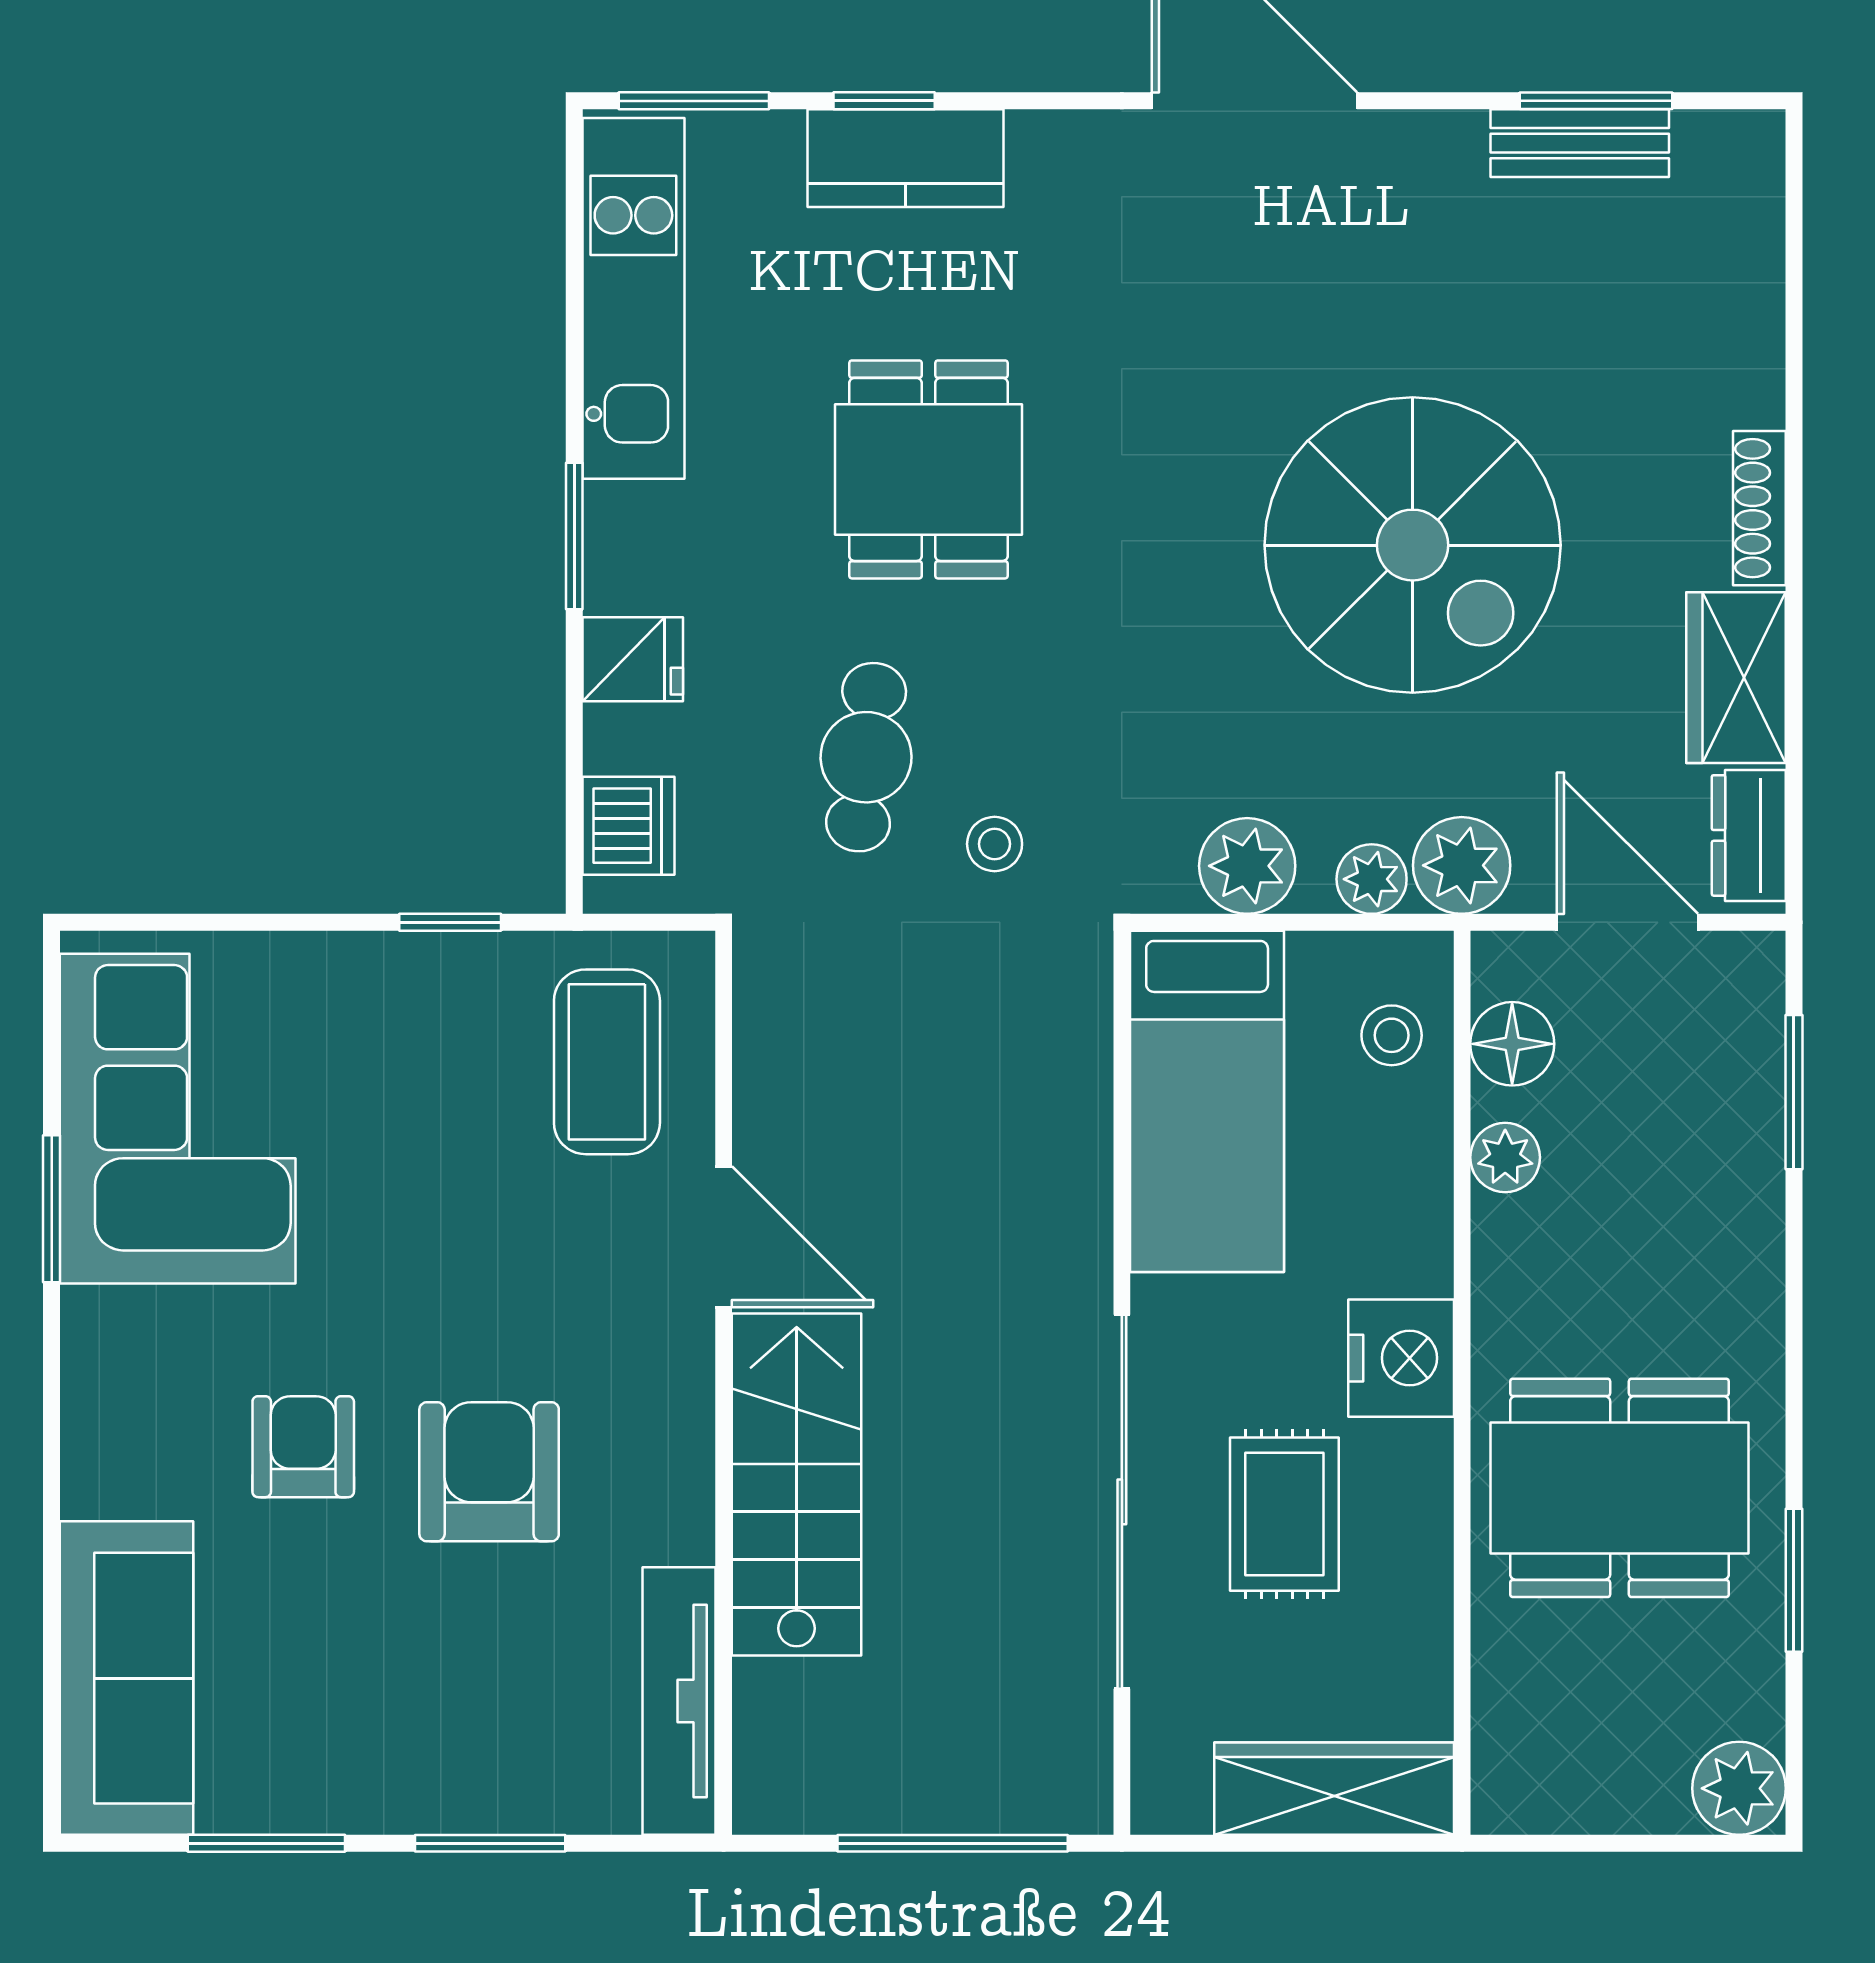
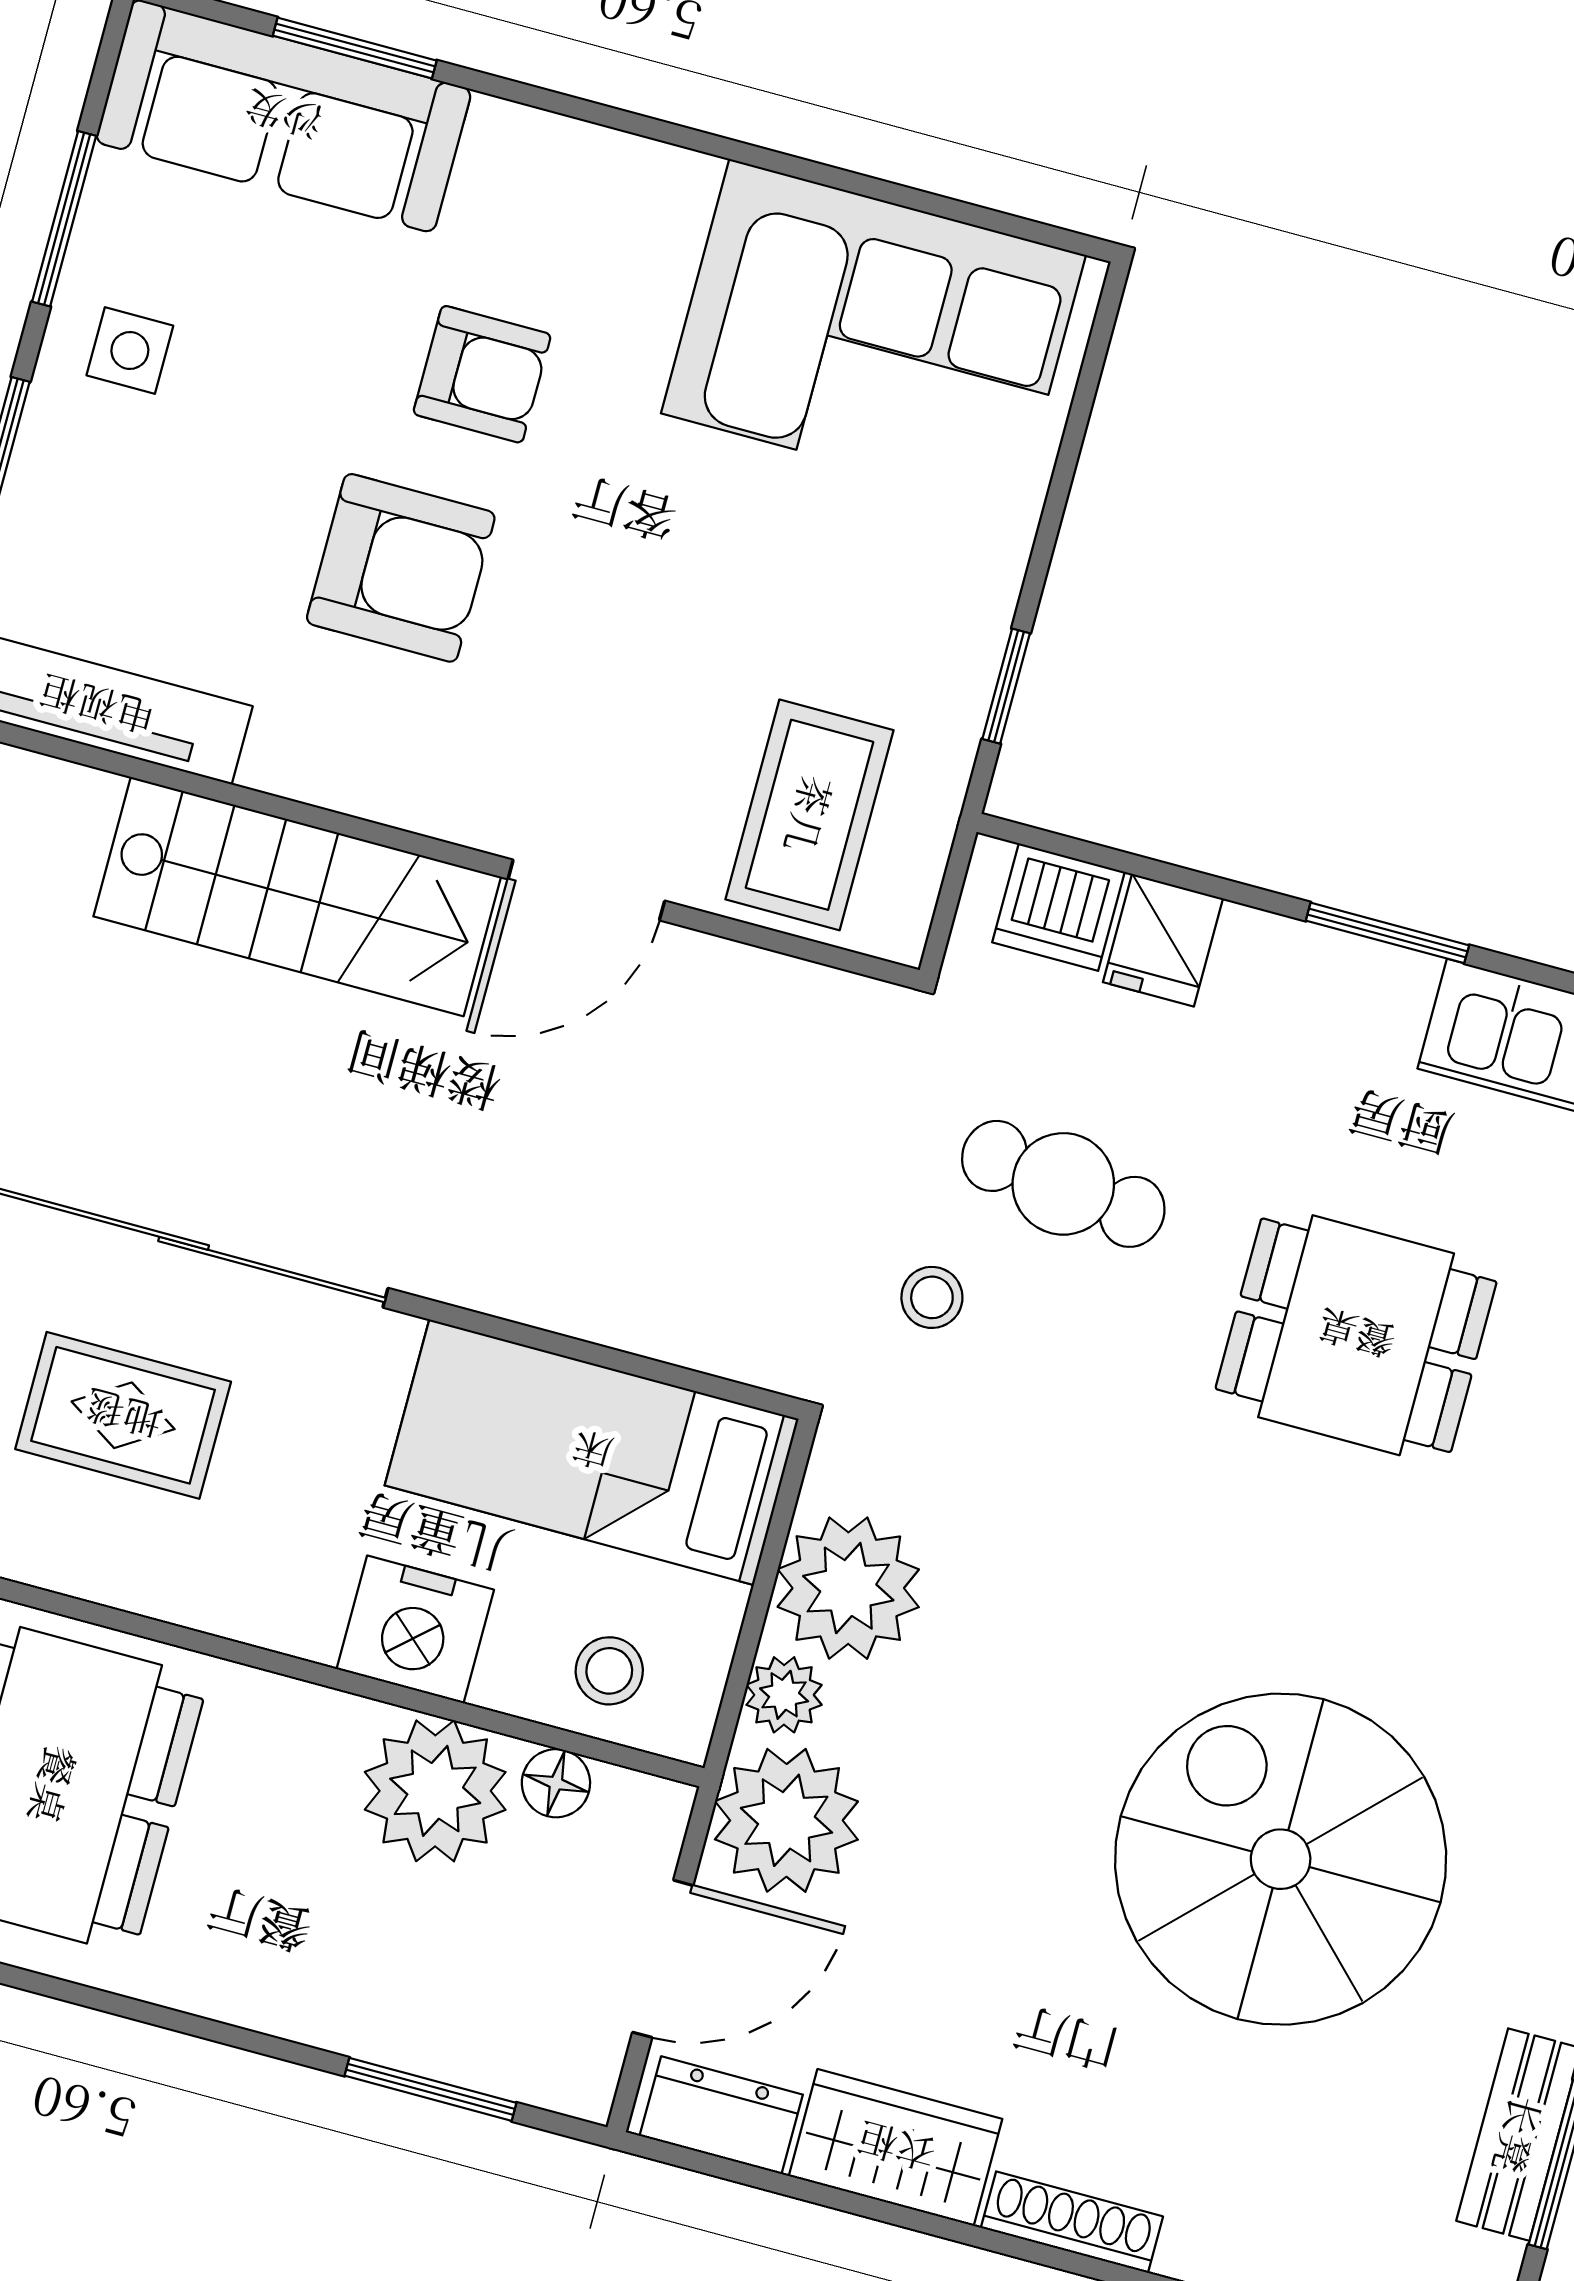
spiral stairs: (1413, 545) -> (1281, 1859), moved, turned 90
fridge: (633, 659) -> (1163, 940), moved
plant: (1462, 865) -> (786, 1820), width x1.36, depth x1.36
plant: (1247, 866) -> (848, 1588), width x1.36, depth x1.36
floor lamp: (1512, 1044) -> (556, 1783), width x0.73, depth x0.73
coffee table: (607, 1062) -> (810, 815), turned 90
plant: (1505, 1157) -> (435, 1791), width x1.88, depth x1.88
window: (52, 1209) -> (355, 48), moved
nightstand: (1401, 1358) -> (415, 1629), moved
side table: (365, 1756) -> (130, 351), added

